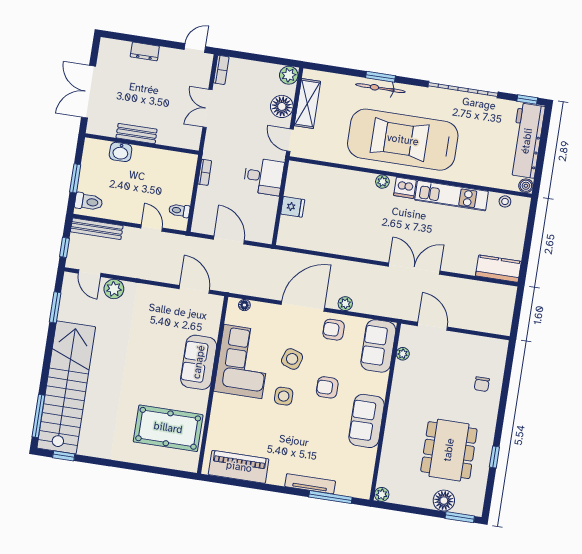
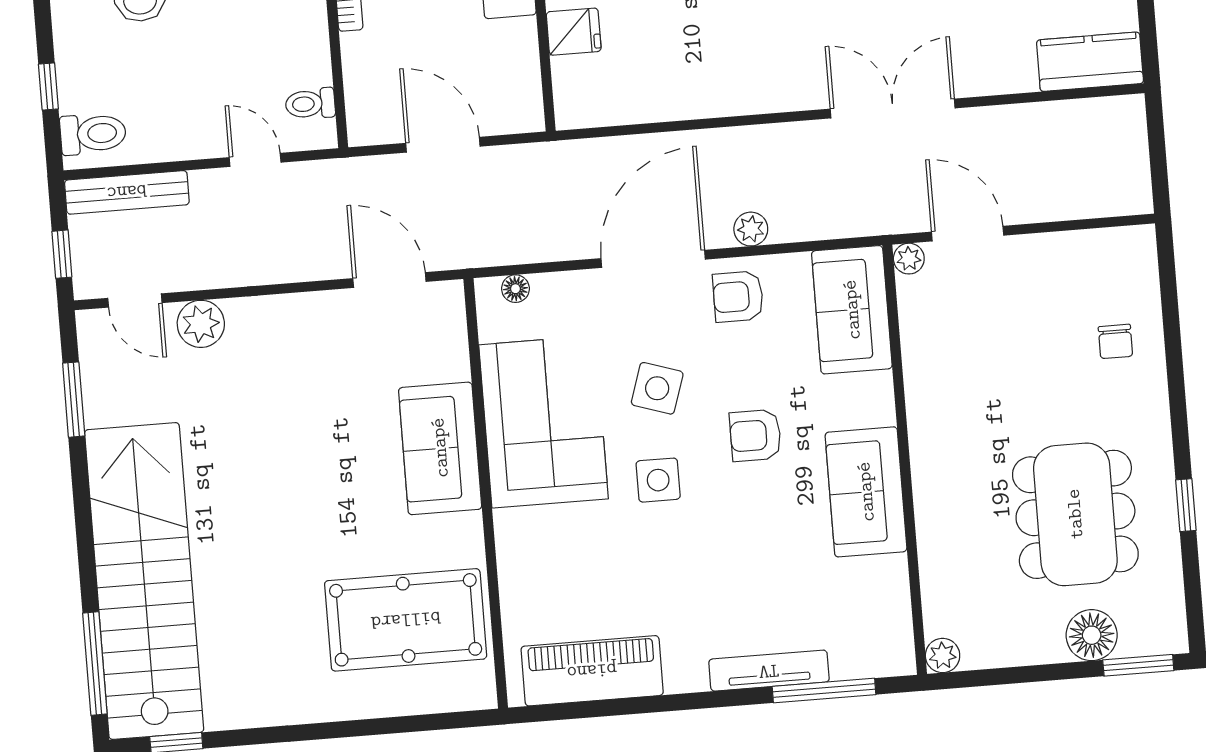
window: (75, 178) -> (48, 86), width x0.67
plant: (403, 354) -> (909, 259), moved

